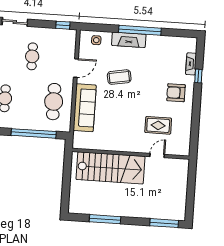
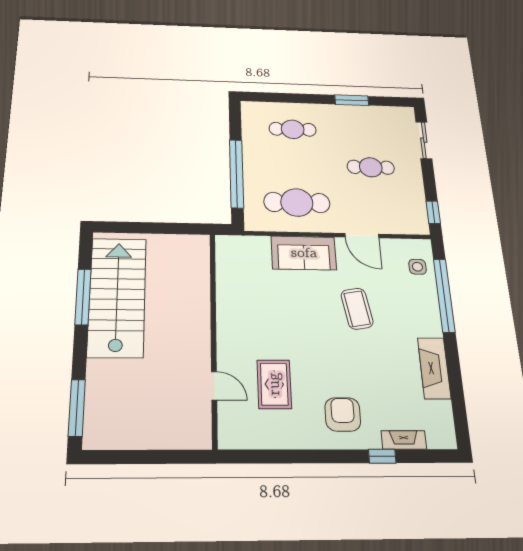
window: (140, 30) -> (444, 295), moved
fireplace: (129, 40) -> (434, 368), moved
sofa: (85, 108) -> (304, 253), width x0.73
stairs: (110, 168) -> (117, 297), moved, turned 180

